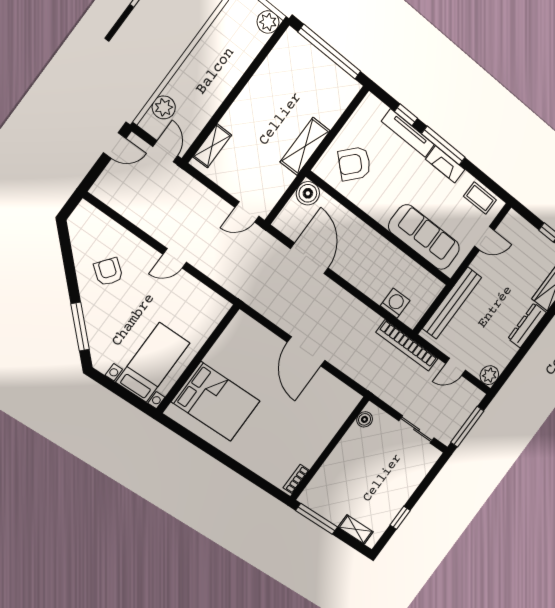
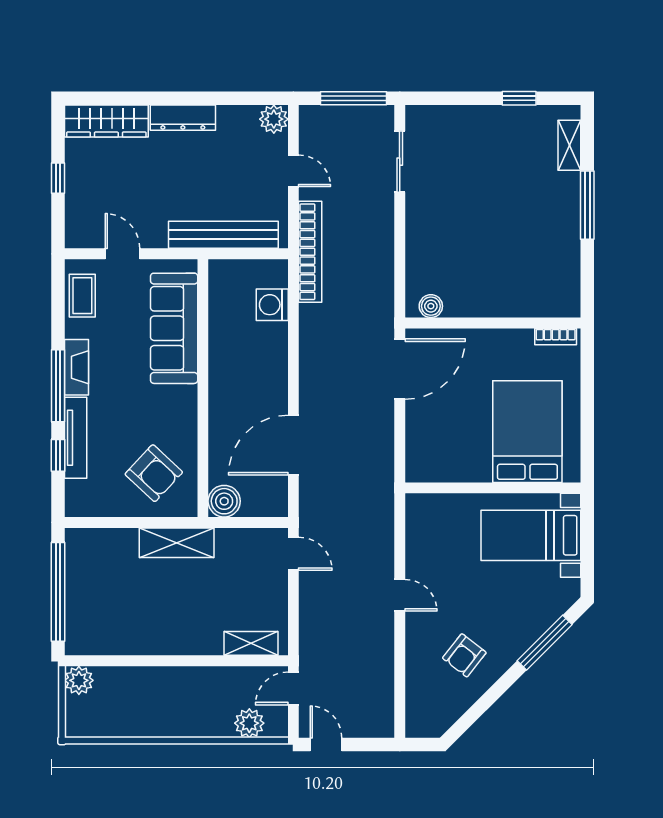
boiler: (365, 419) -> (431, 306), moved
wall: (330, 448) -> (493, 323), moved
bookcase: (296, 479) -> (556, 337), moved

